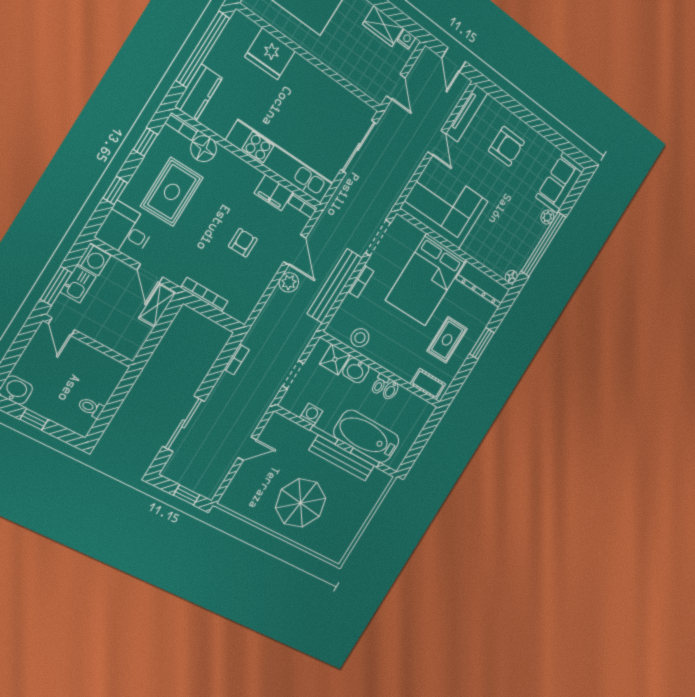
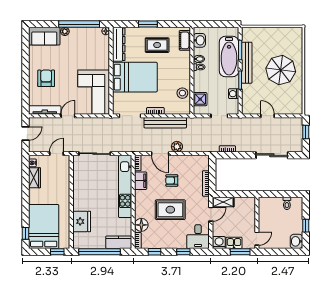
rug: (172, 192) -> (170, 210), moved
door: (295, 250) -> (160, 154), swing flipped
washbasin: (356, 370) -> (199, 40), moved

